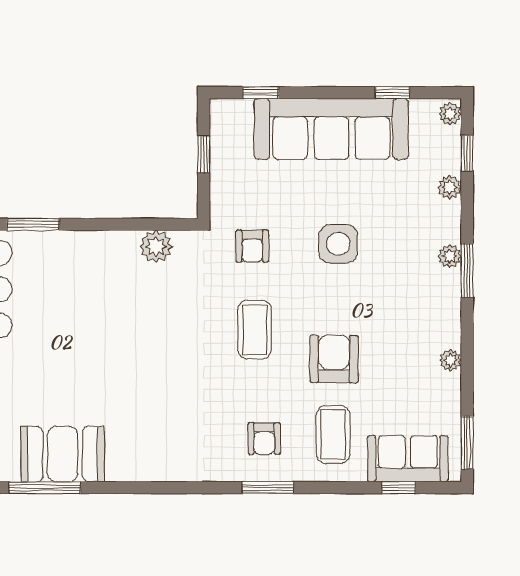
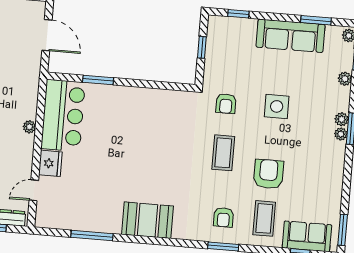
window: (392, 93) -> (316, 20), width x1.50
sofa: (331, 129) -> (291, 36), width x0.74, depth x0.79
plant: (156, 246) -> (169, 99), removed
plant: (451, 360) -> (341, 134), moved
booth: (63, 454) -> (148, 220), moved

